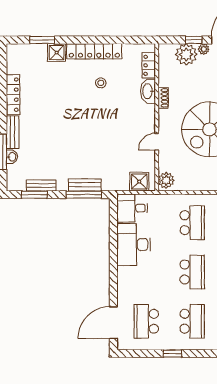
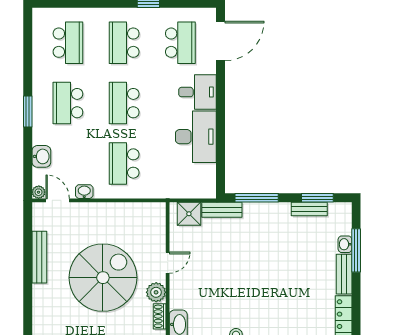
plant: (166, 180) -> (156, 292), moved
bench: (85, 185) -> (222, 210), moved
desk: (132, 208) -> (198, 92), moved

